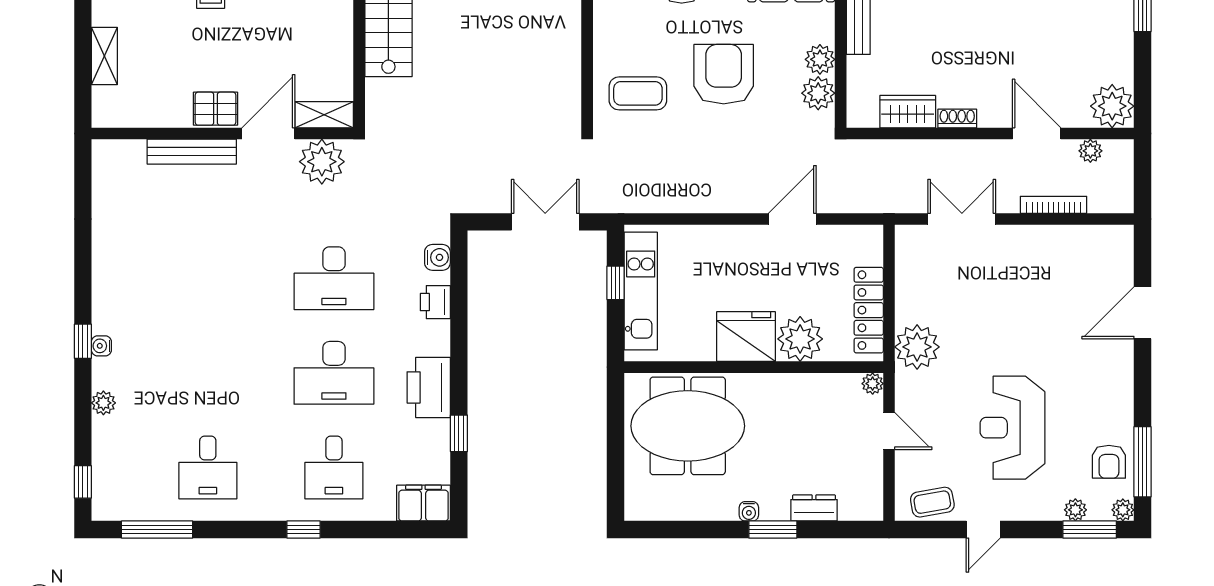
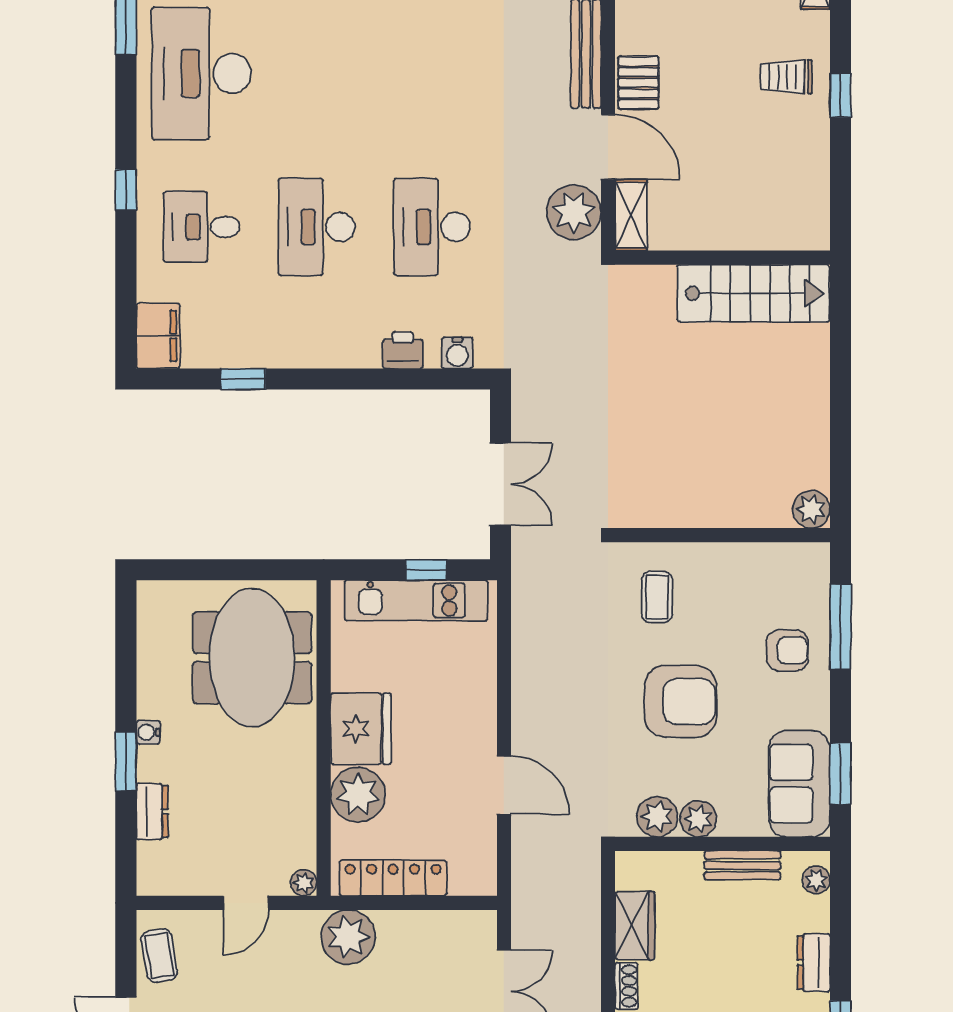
coffee table: (638, 93) -> (657, 597), width x0.73, depth x0.77
printer: (429, 387) -> (299, 342), removed
desk: (208, 467) -> (201, 73), width x1.87, depth x1.30

